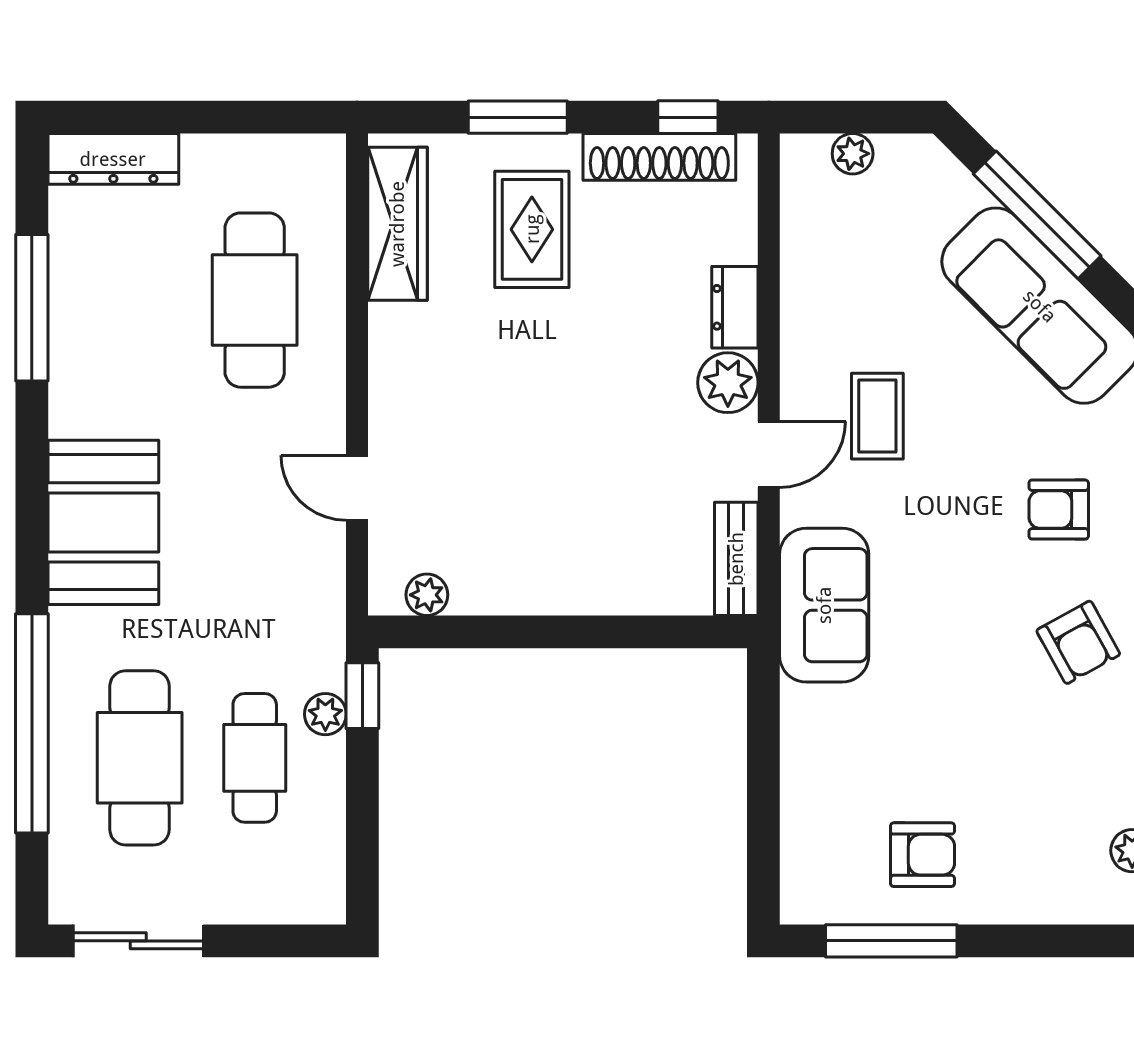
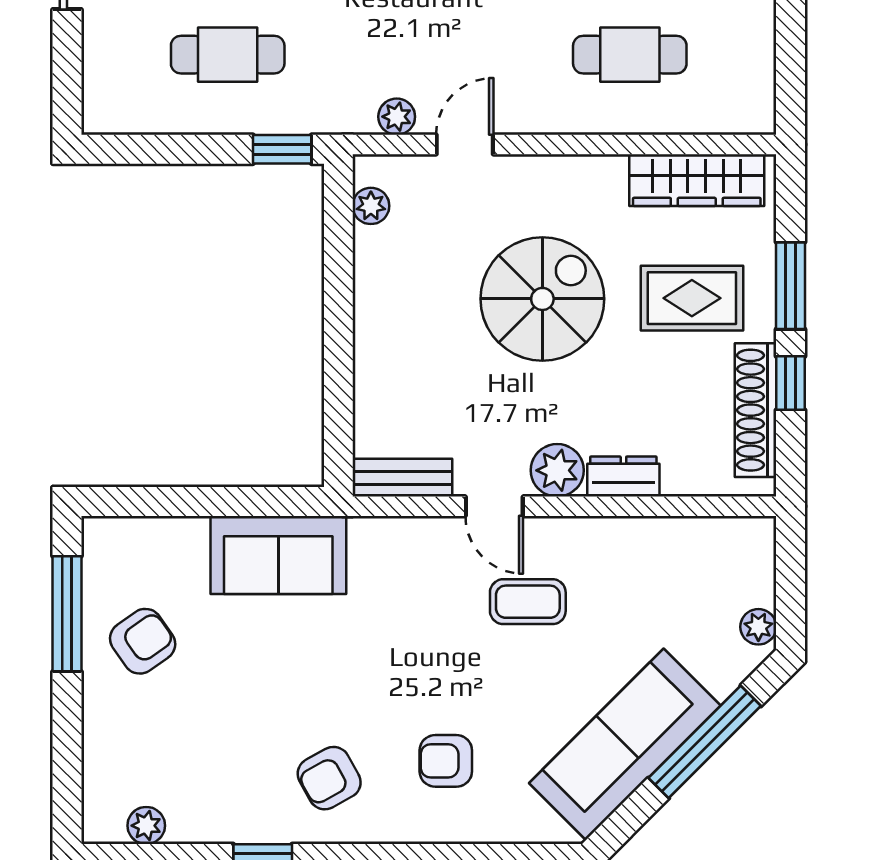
window: (688, 117) -> (790, 383), moved
plant: (853, 154) -> (758, 627), moved
cafe table: (255, 300) -> (630, 55), width x0.73, depth x0.74
spiral stairs: (533, 400) -> (542, 299), added
armchair: (1059, 510) -> (446, 761), turned -90
sofa: (824, 605) -> (278, 555), moved
plant: (325, 714) -> (397, 117), moved
armchair: (922, 855) -> (143, 641), turned -125

